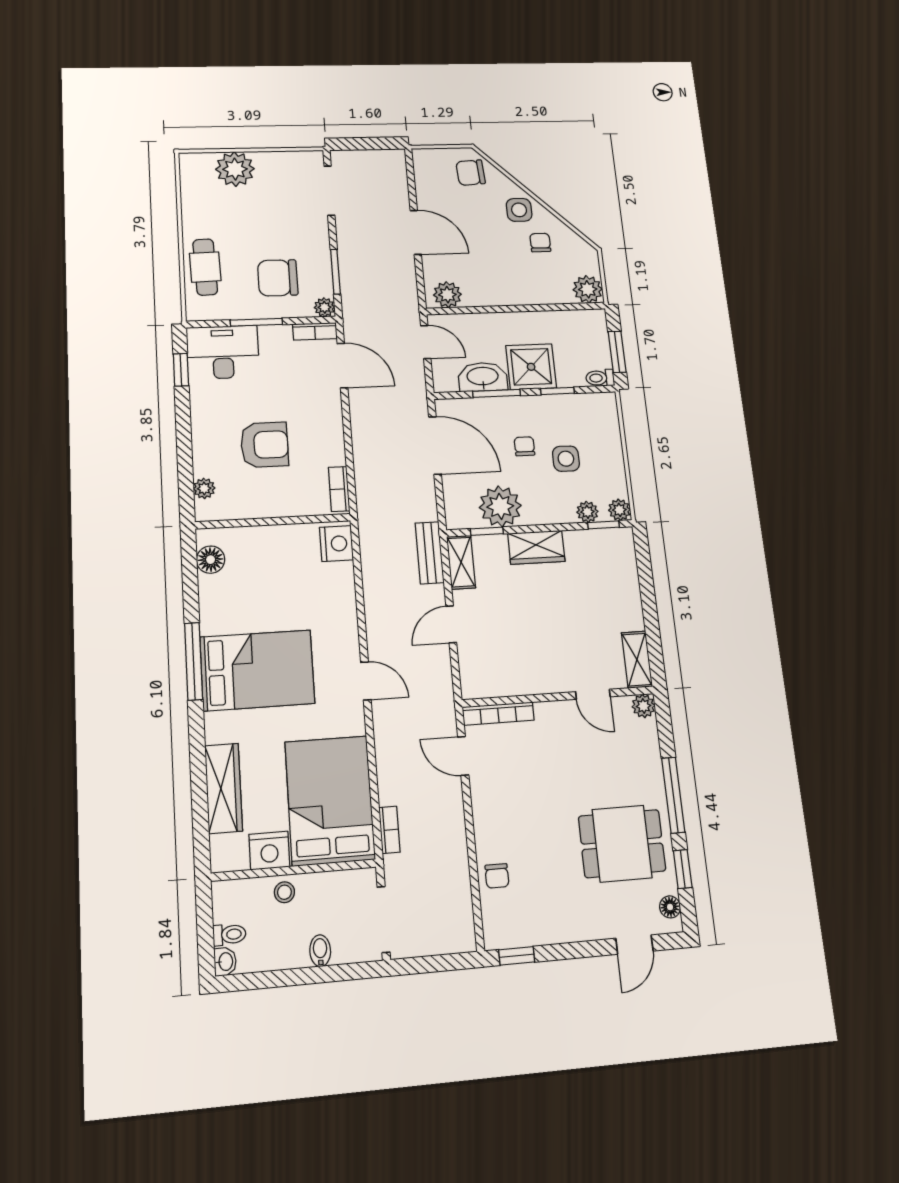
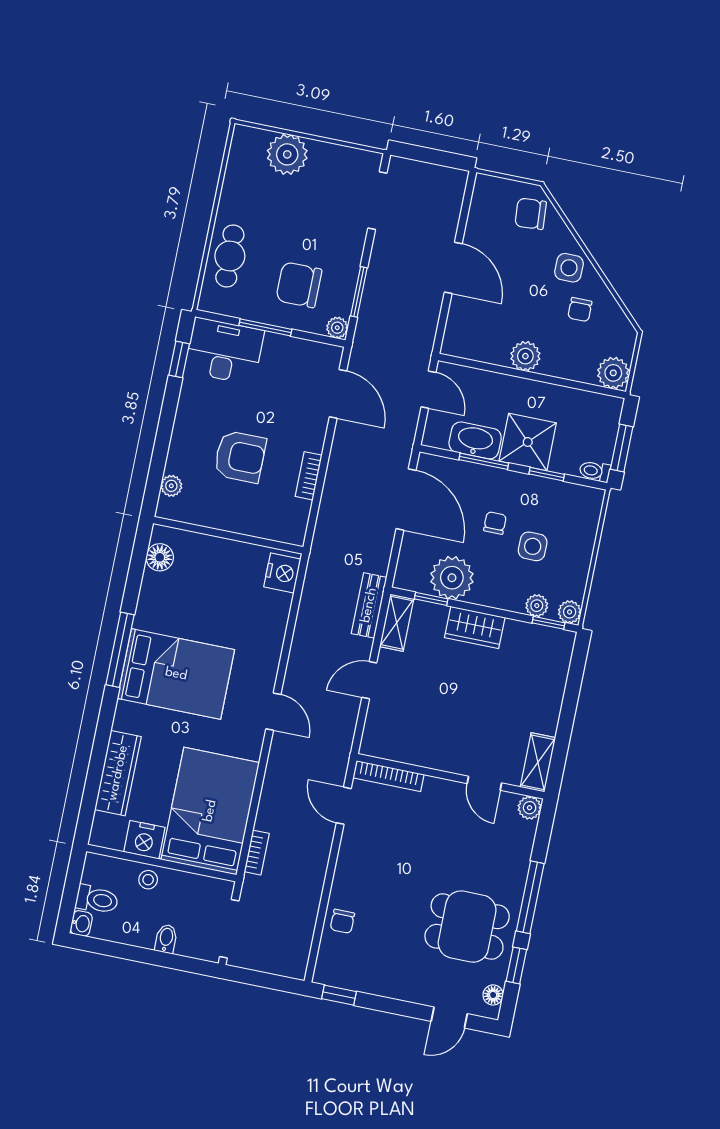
chair: (540, 243) -> (580, 310), turned 180
plant: (447, 295) -> (525, 356), moved
bookcase: (315, 331) -> (321, 351), removed
bookcase: (339, 489) -> (309, 476), moved
toilet: (229, 935) -> (97, 899), width x1.37, depth x1.39

